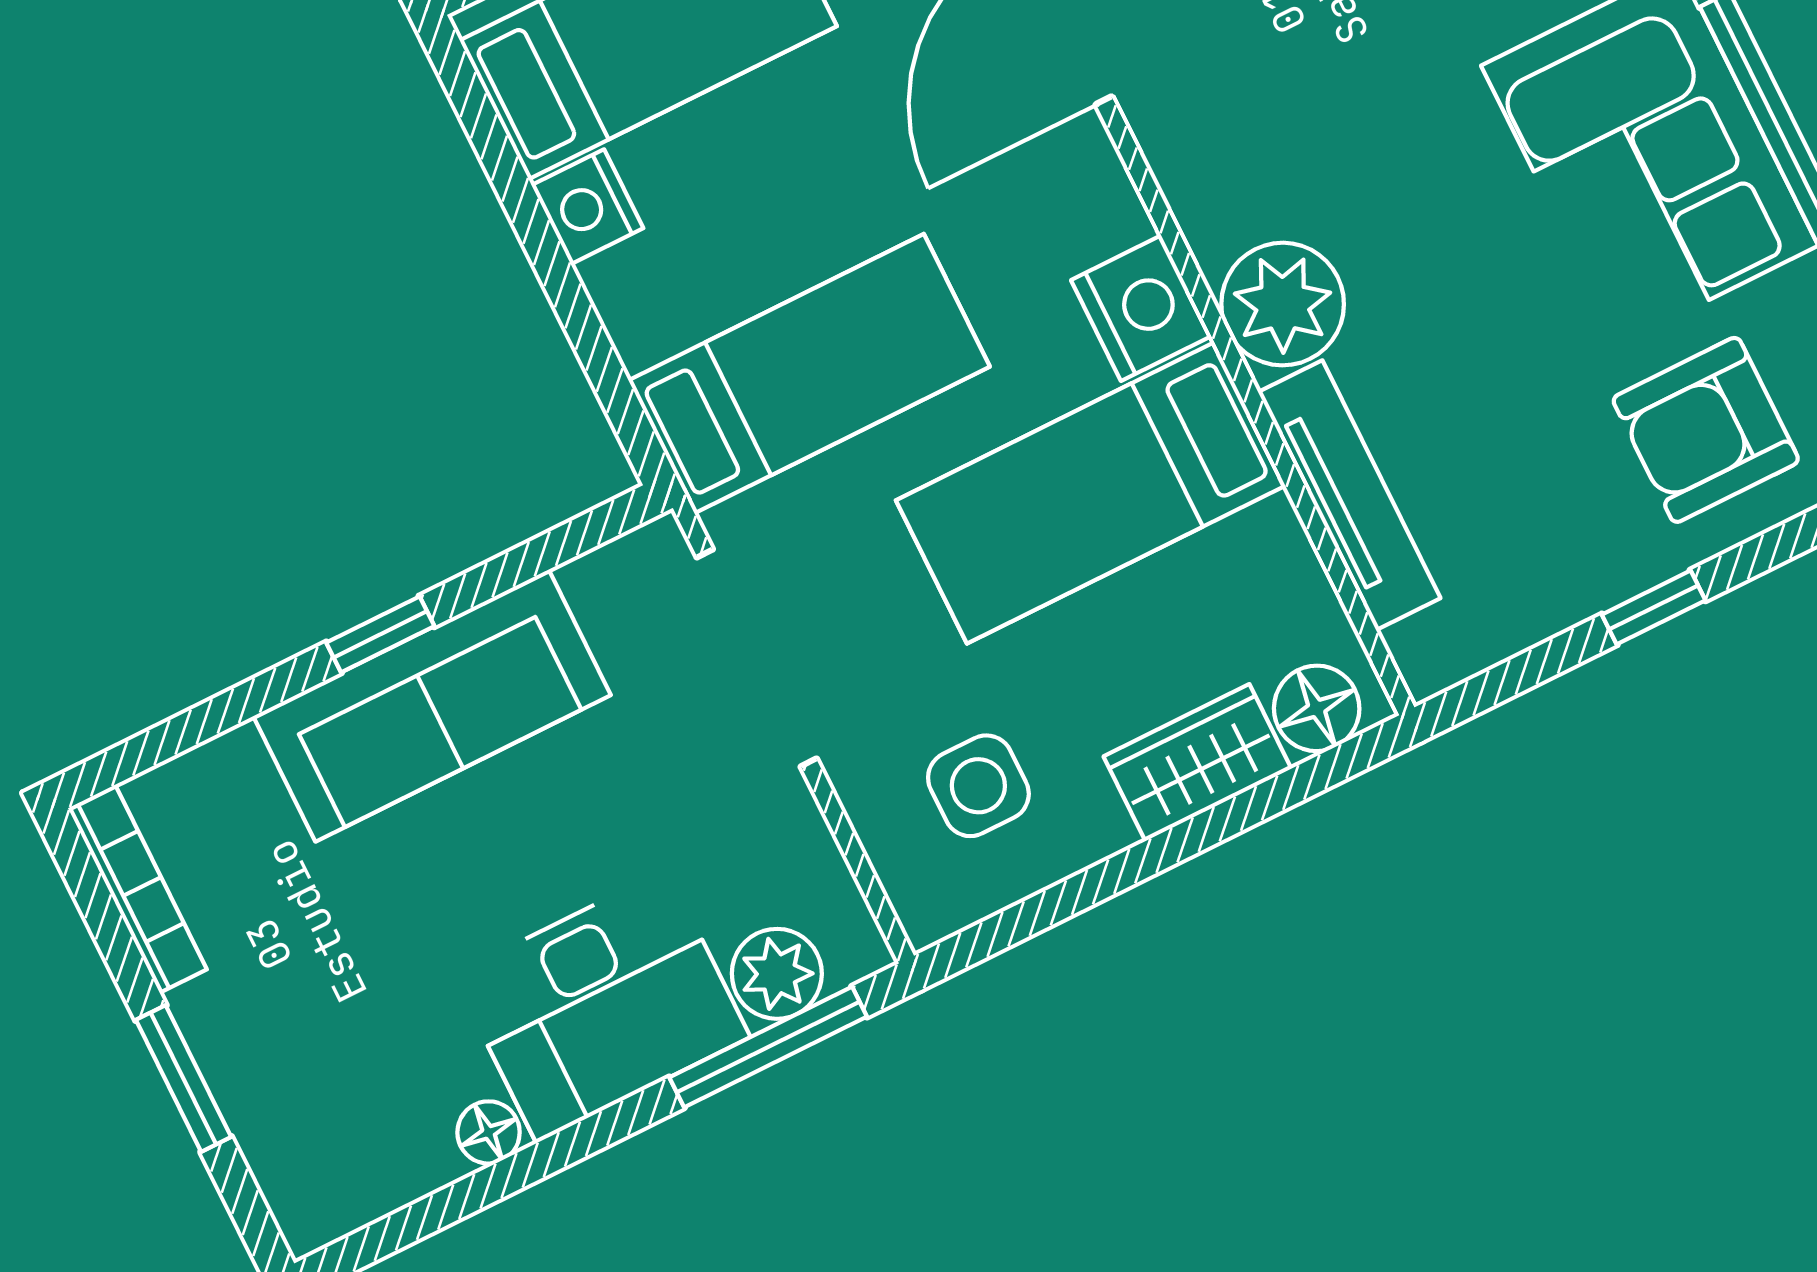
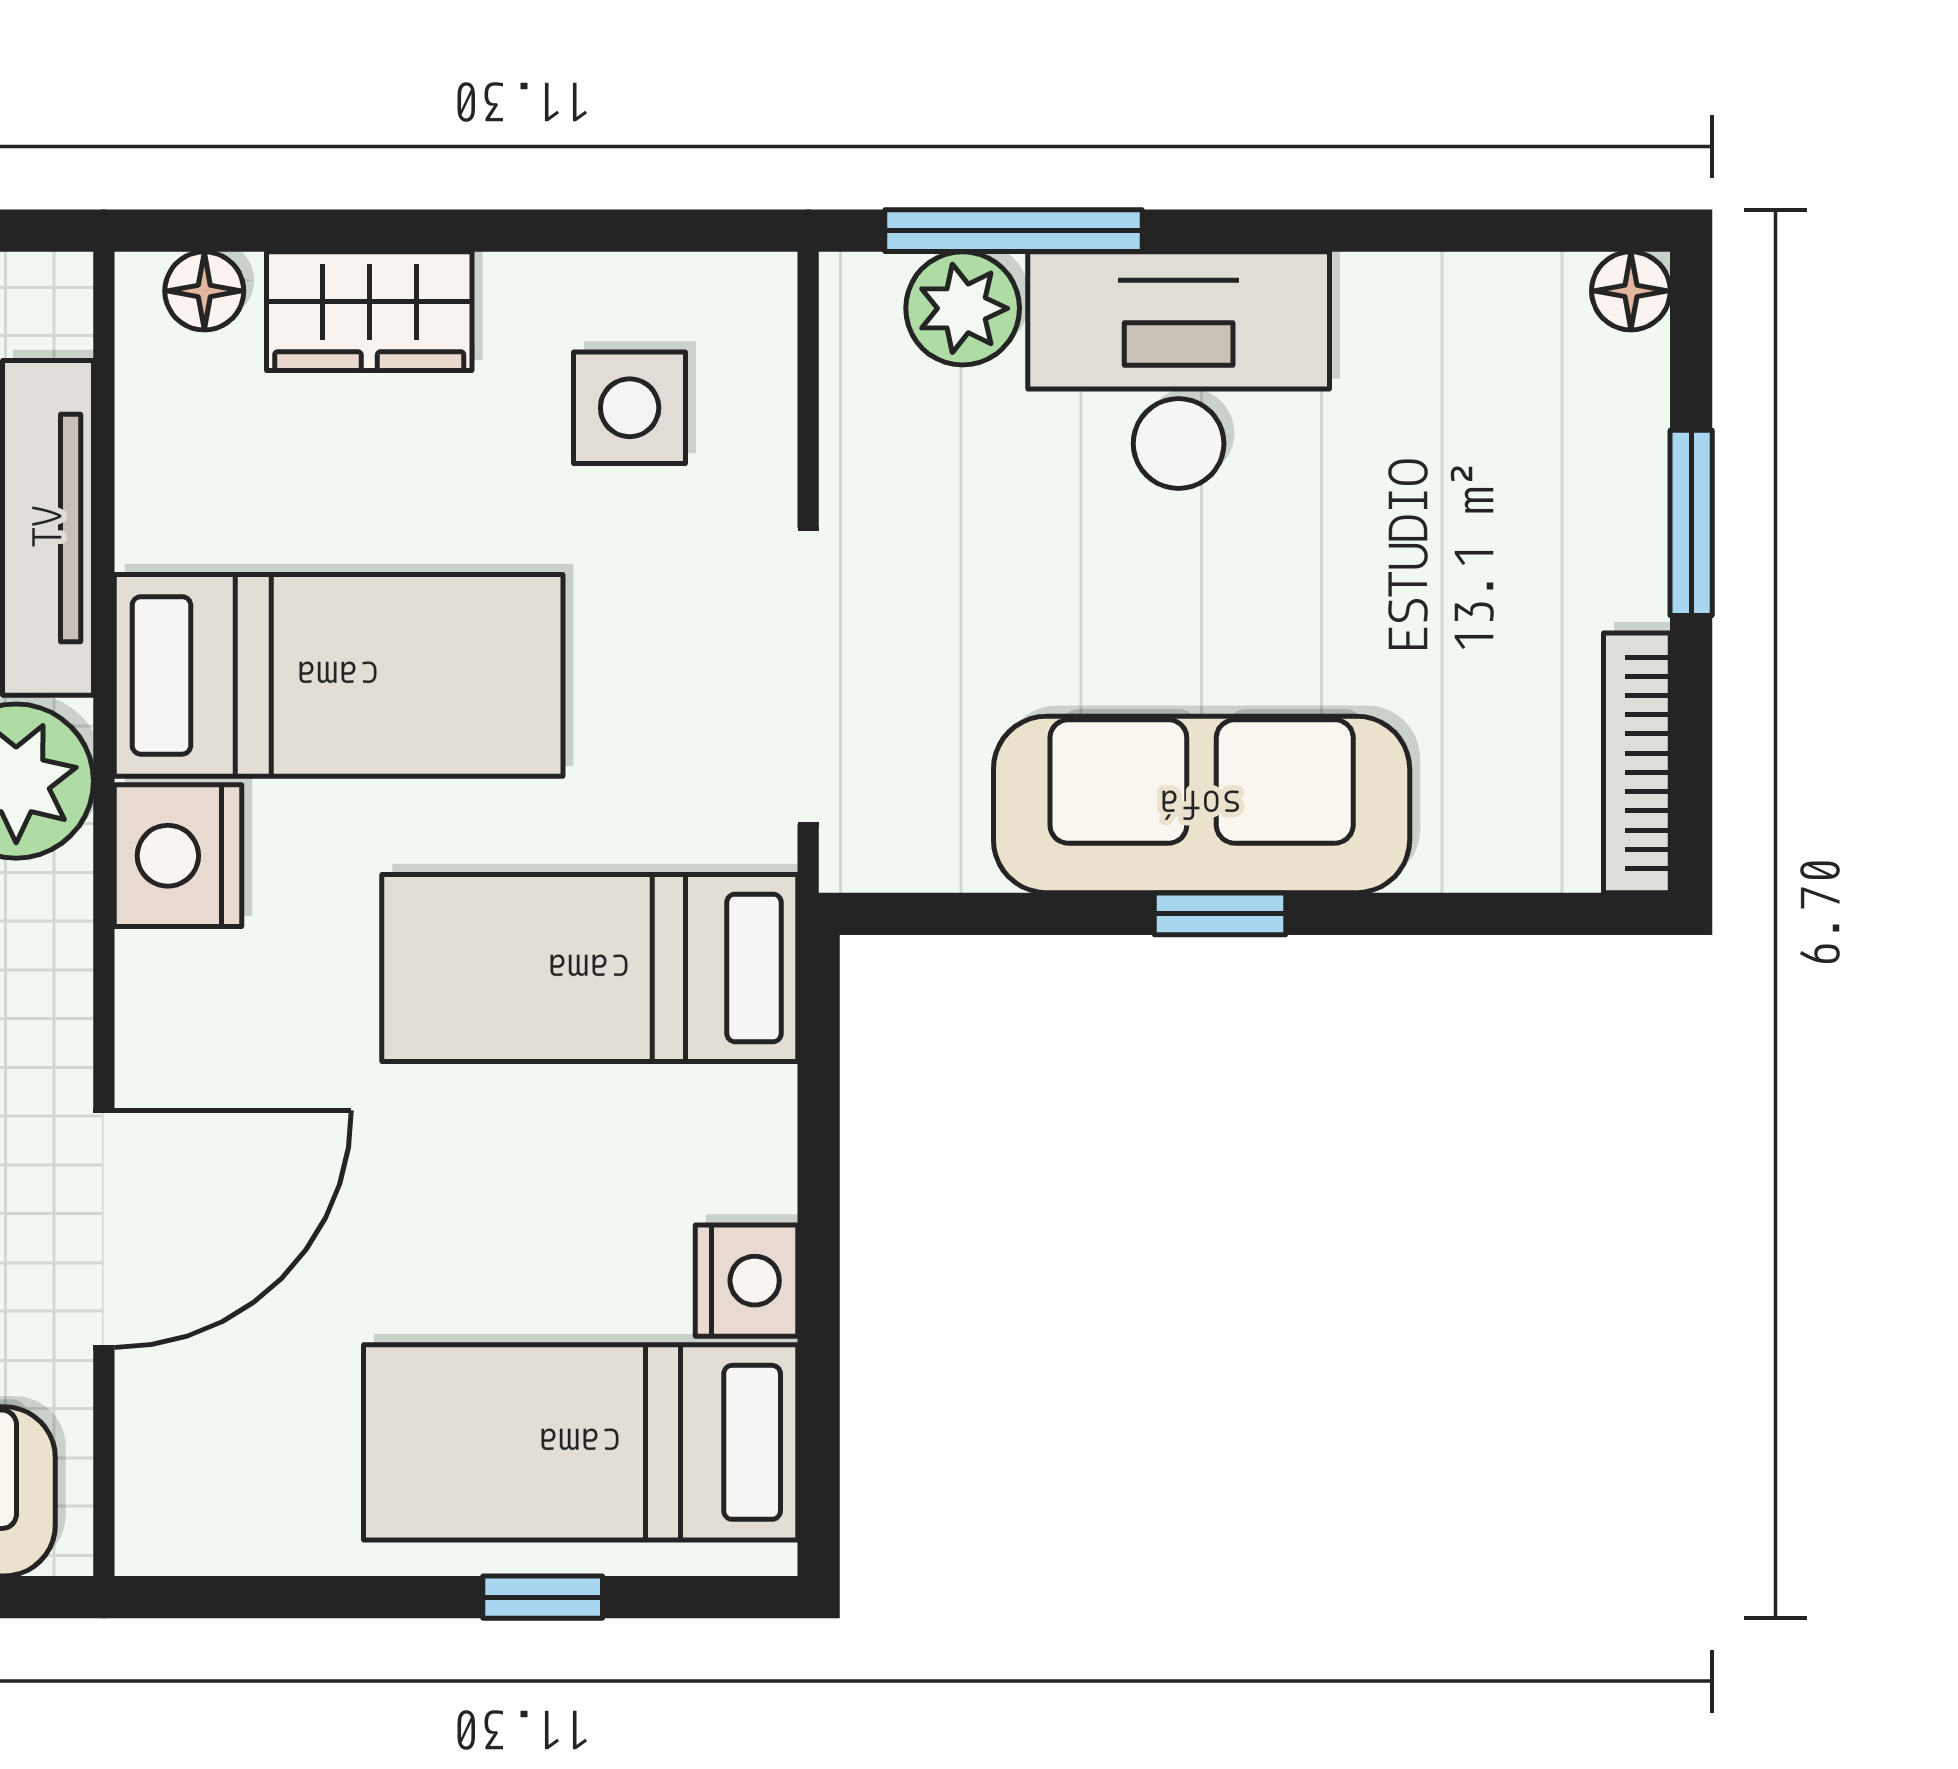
floor lamp: (1317, 708) -> (204, 291), width x0.73, depth x0.73
floor lamp: (489, 1132) -> (1631, 291), moved

